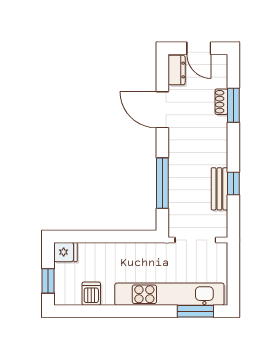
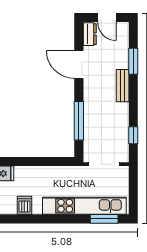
shoe rack: (221, 102) -> (124, 58), removed
window: (233, 183) -> (133, 135), moved
bench: (219, 189) -> (123, 86), moved

